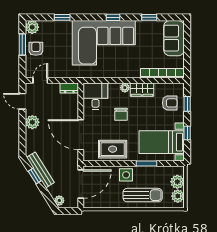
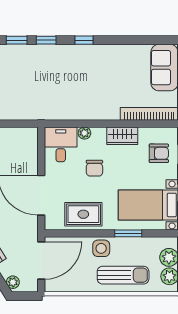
window: (149, 17) -> (46, 40), moved
corner sofa: (104, 43) -> (72, 74), removed
dresser: (69, 88) -> (26, 134), removed
plant: (125, 88) -> (84, 133), moved

